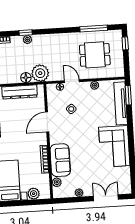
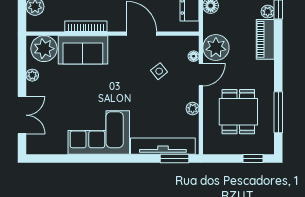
piano: (46, 40) -> (265, 39), added
plant: (40, 73) -> (216, 48), moved
plant: (57, 182) -> (44, 49), width x1.88, depth x1.88

